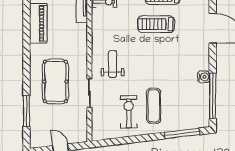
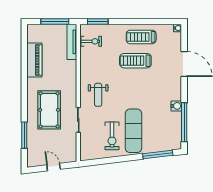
weight bench: (113, 64) -> (98, 95), turned 180
exercise mat: (154, 106) -> (133, 131), width x1.36, depth x1.45
exercise bike: (129, 112) -> (112, 136), turned 180

